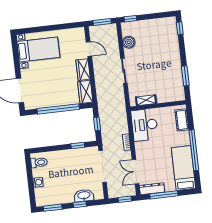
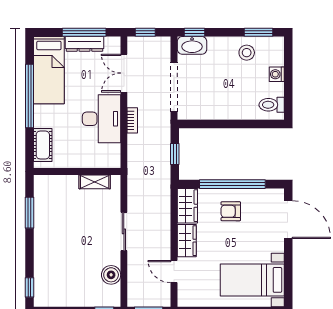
armchair: (57, 92) -> (231, 211), added
desk: (144, 125) -> (102, 119), moved
window: (78, 145) -> (209, 124), removed
double door: (135, 172) -> (124, 73), swing flipped
dresser: (152, 189) -> (84, 44), moved
stool: (59, 194) -> (247, 53), added
washbasin: (84, 196) -> (192, 45), moved
window: (80, 205) -> (194, 32), moved

